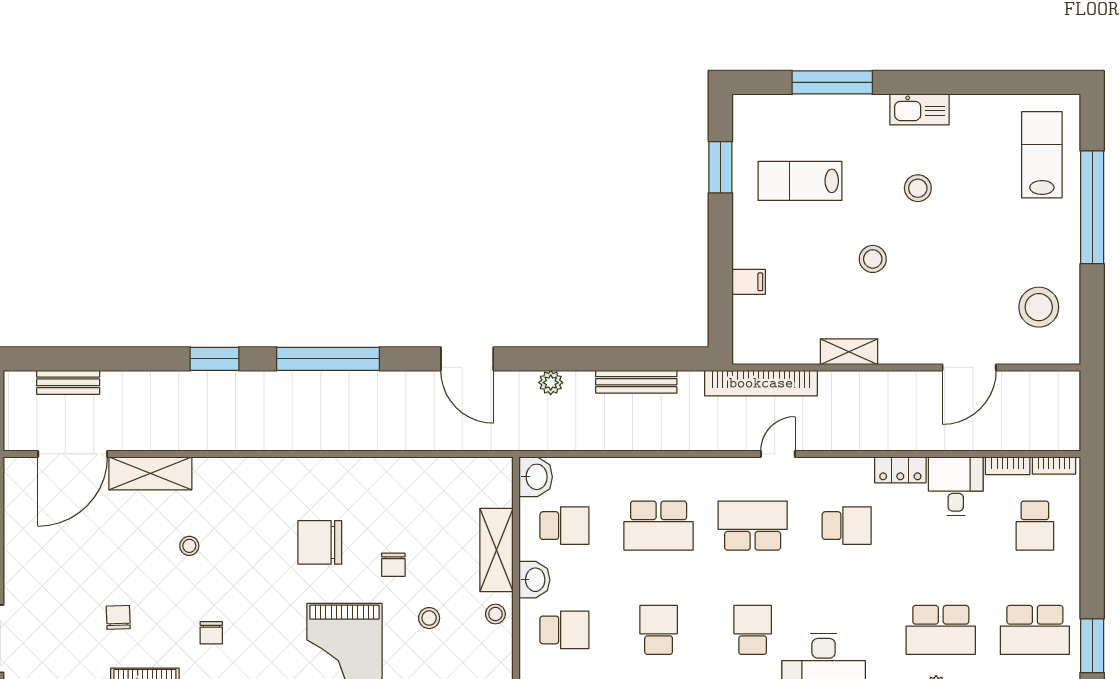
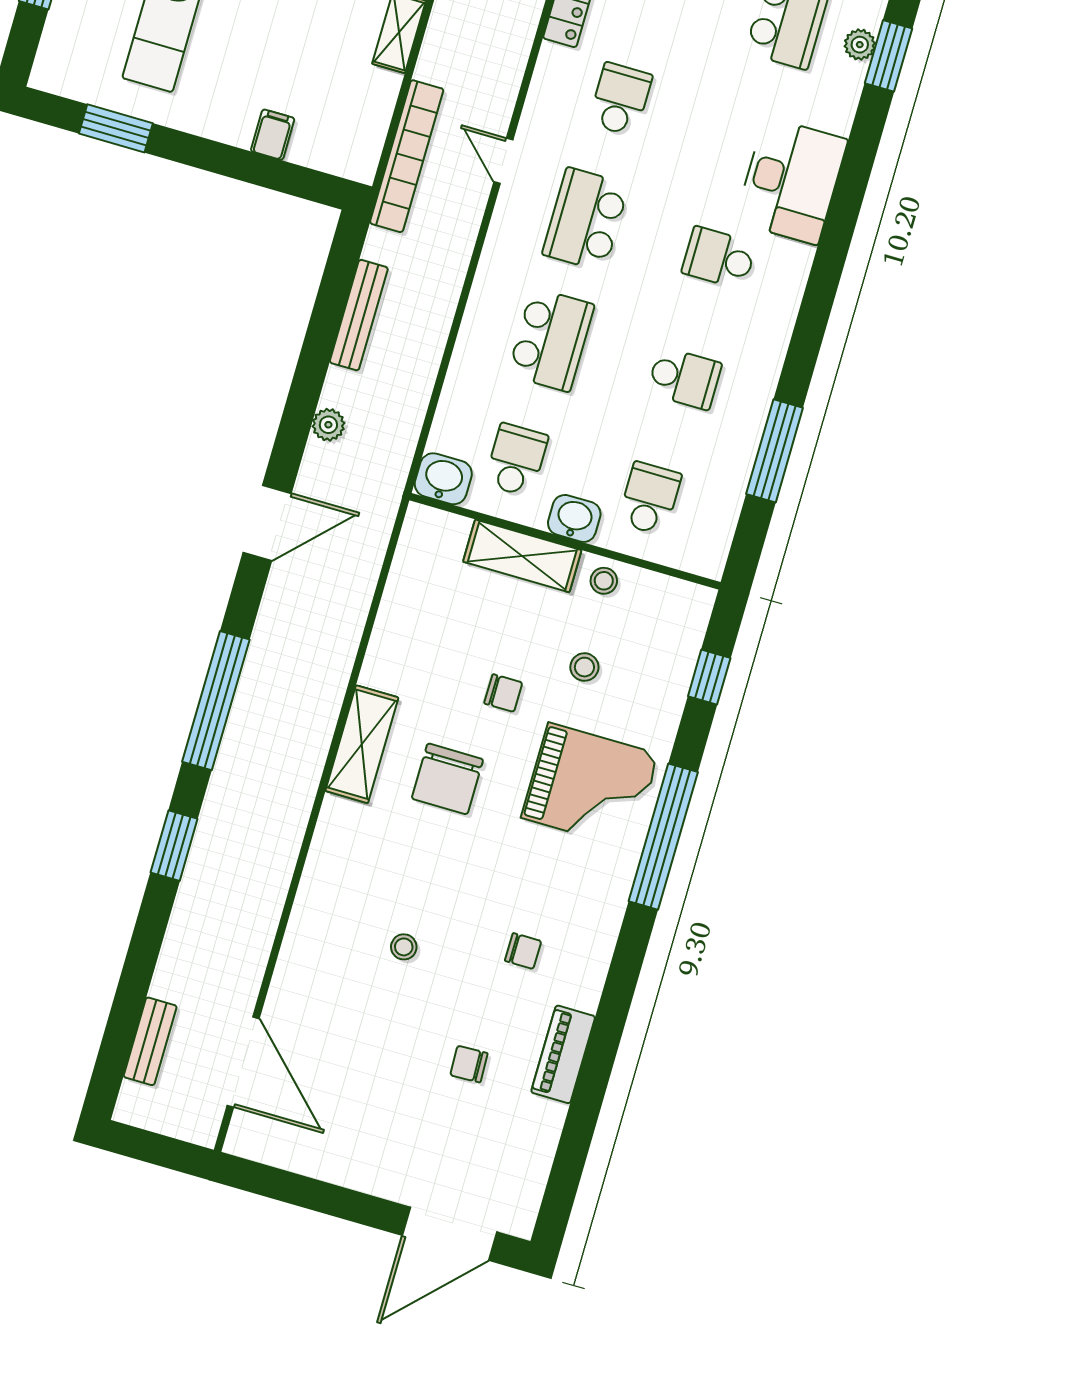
shelving: (150, 473) -> (362, 744), moved
school desk: (659, 630) -> (684, 378), turned 180

